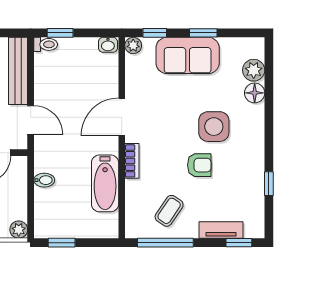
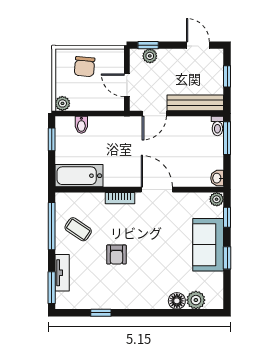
window: (60, 33) -> (227, 138), width x1.50
side table: (214, 127) -> (149, 267), removed
bidet: (44, 180) -> (81, 125), moved
bathtub: (105, 183) -> (79, 176), moved
window: (239, 243) -> (52, 288), width x1.50

